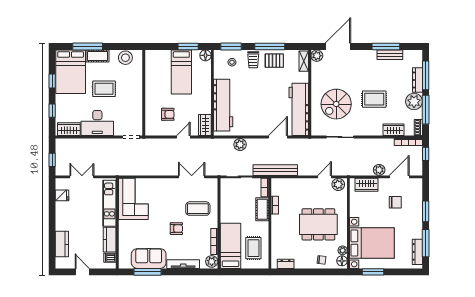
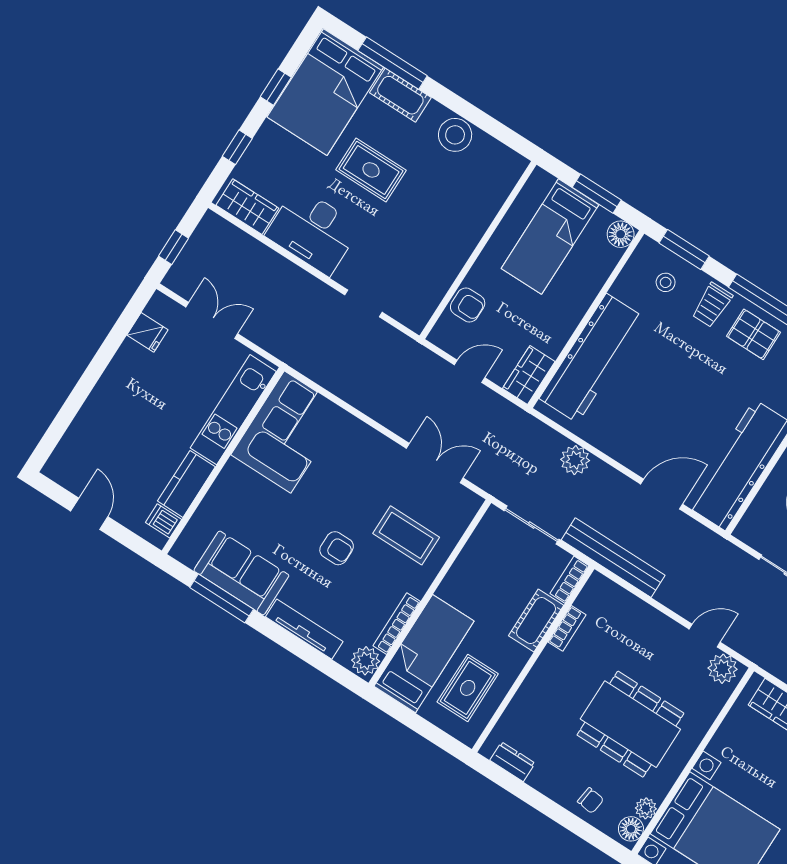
wall: (144, 93) -> (478, 250), moved
kitchen counter: (62, 244) -> (84, 431), removed

